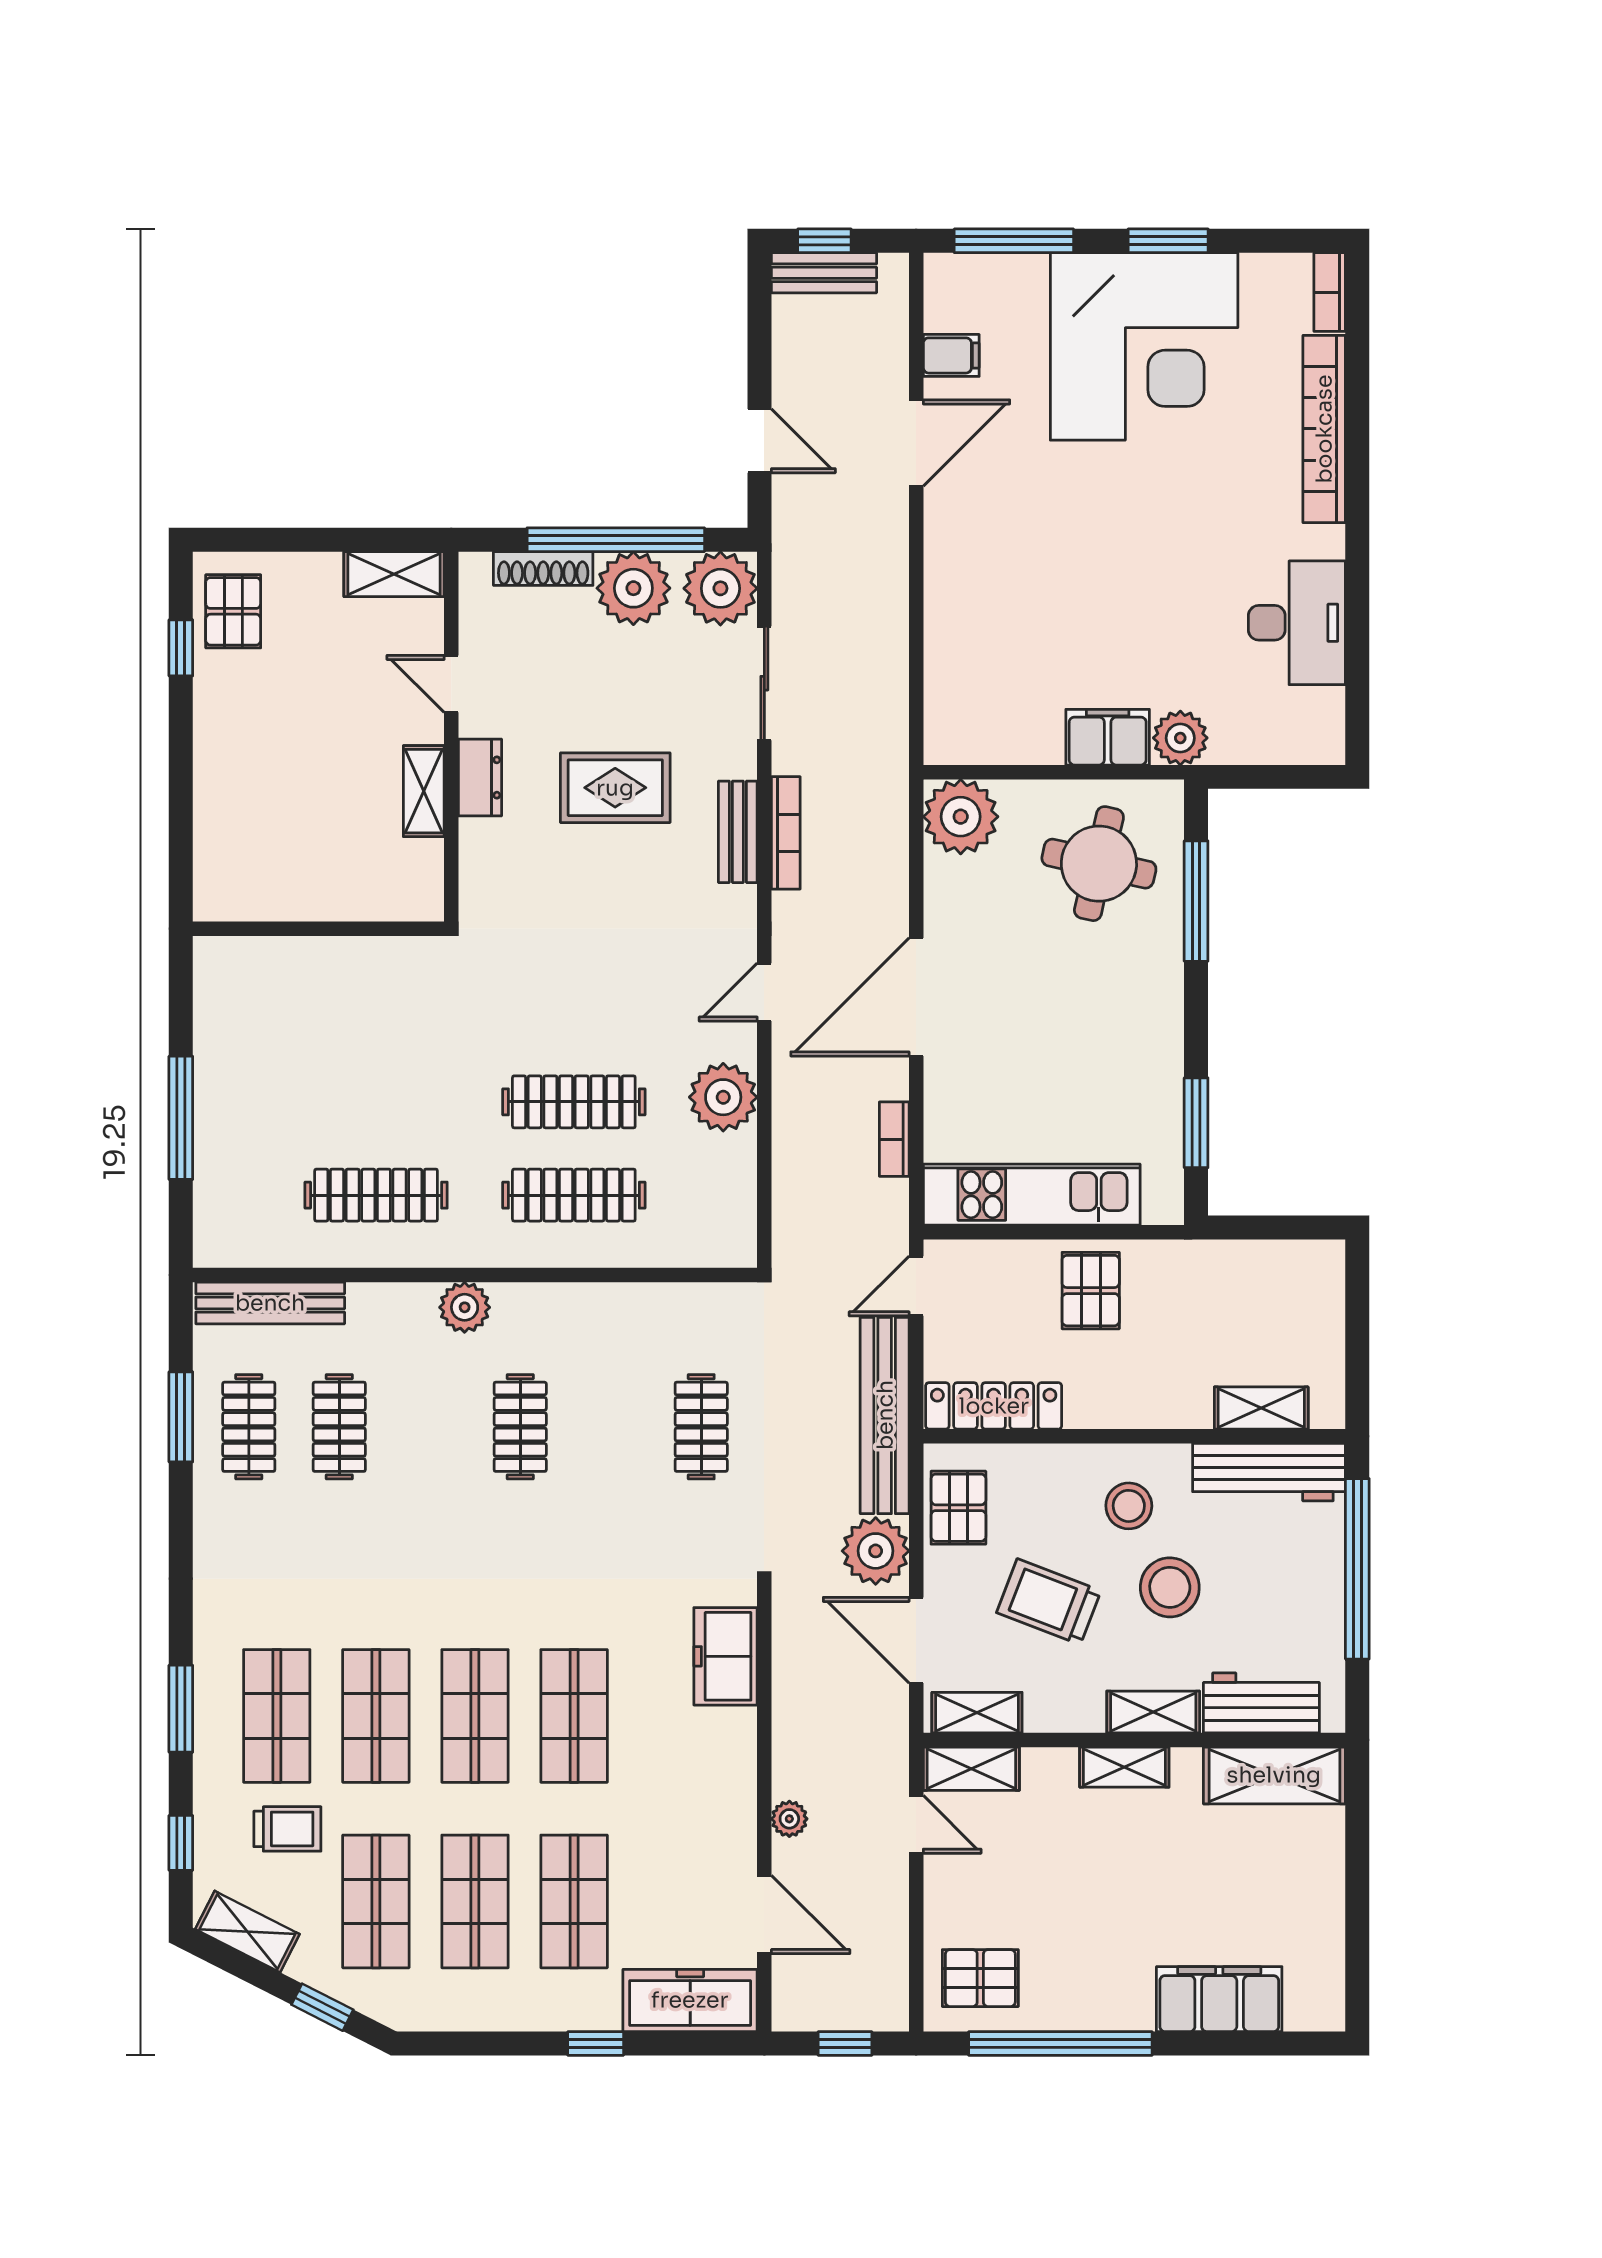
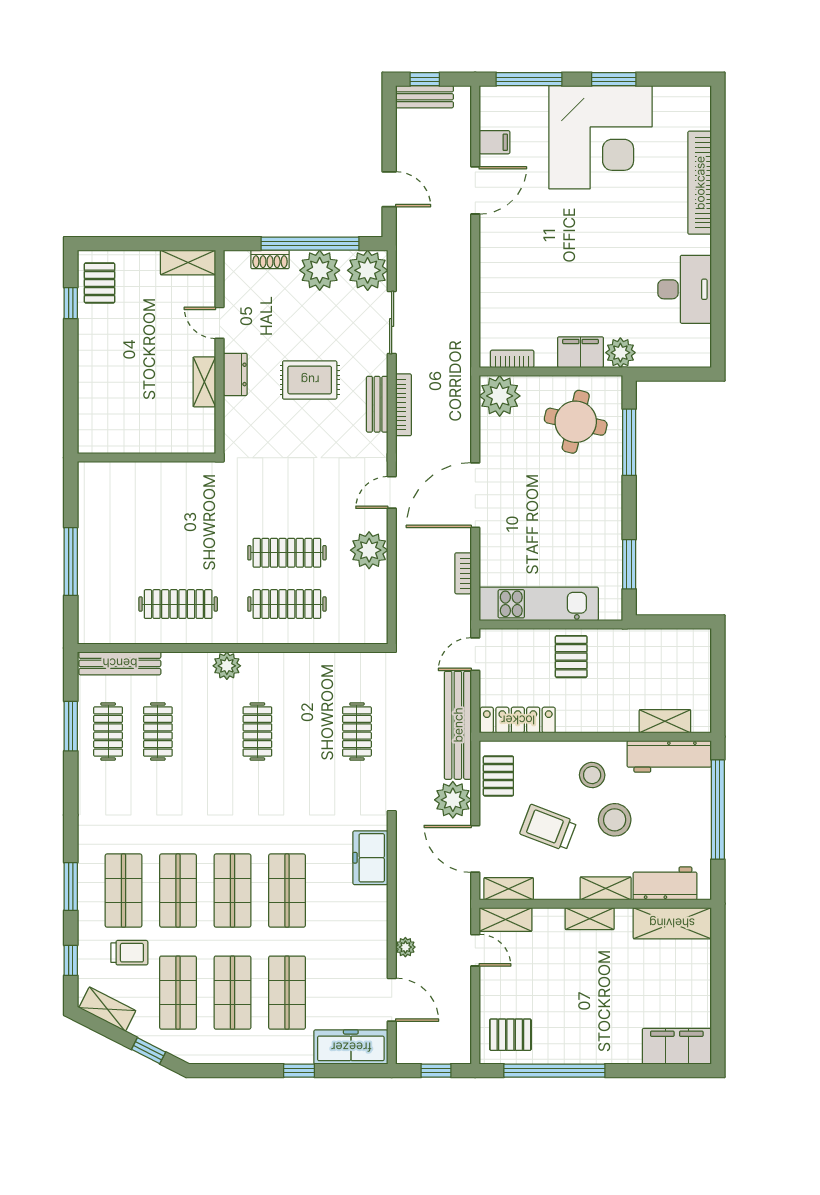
bookcase: (1330, 292) -> (512, 359), moved, turned 90
shoe rack: (543, 568) -> (270, 259), width x0.70
filing cabinet: (1219, 1999) -> (677, 1046), moved

